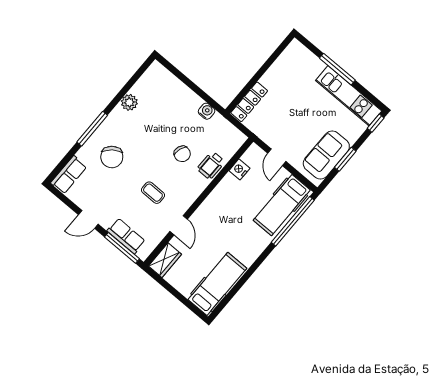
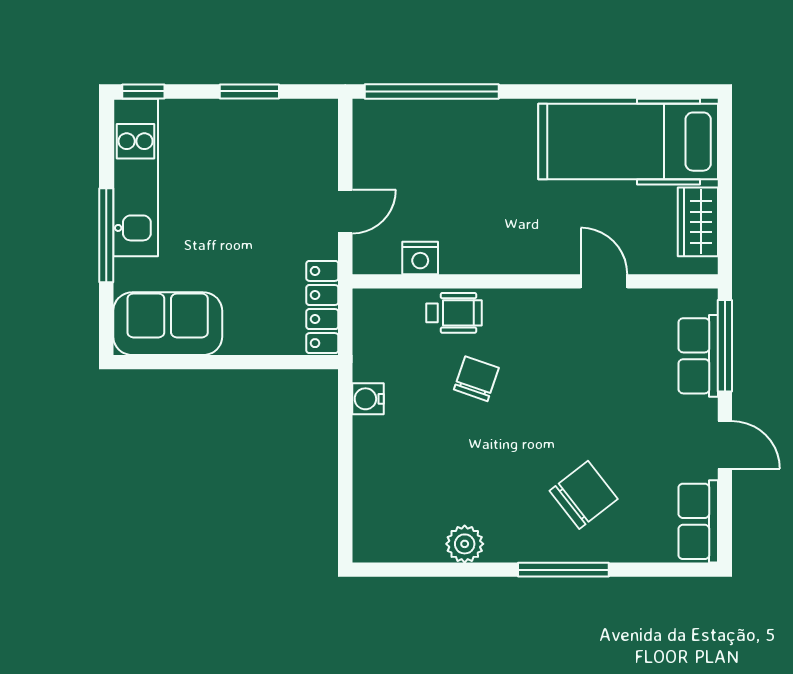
locker: (249, 102) -> (322, 307), moved, turned -90
sofa: (326, 155) -> (168, 324), moved, turned 180
row of seats: (69, 175) -> (698, 521), moved, turned -90
coffee table: (153, 193) -> (585, 373), removed
hospital bed: (282, 205) -> (420, 134), removed
door: (179, 225) -> (604, 281), hinge flipped
wardrobe: (165, 260) -> (698, 222), moved, turned -90
hospital bed: (217, 284) -> (628, 142), width x1.37, depth x1.29

